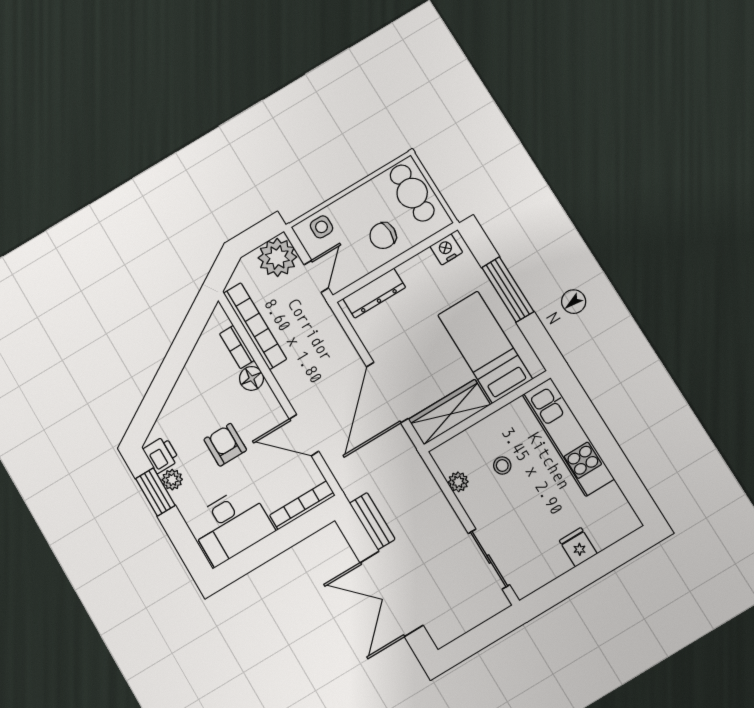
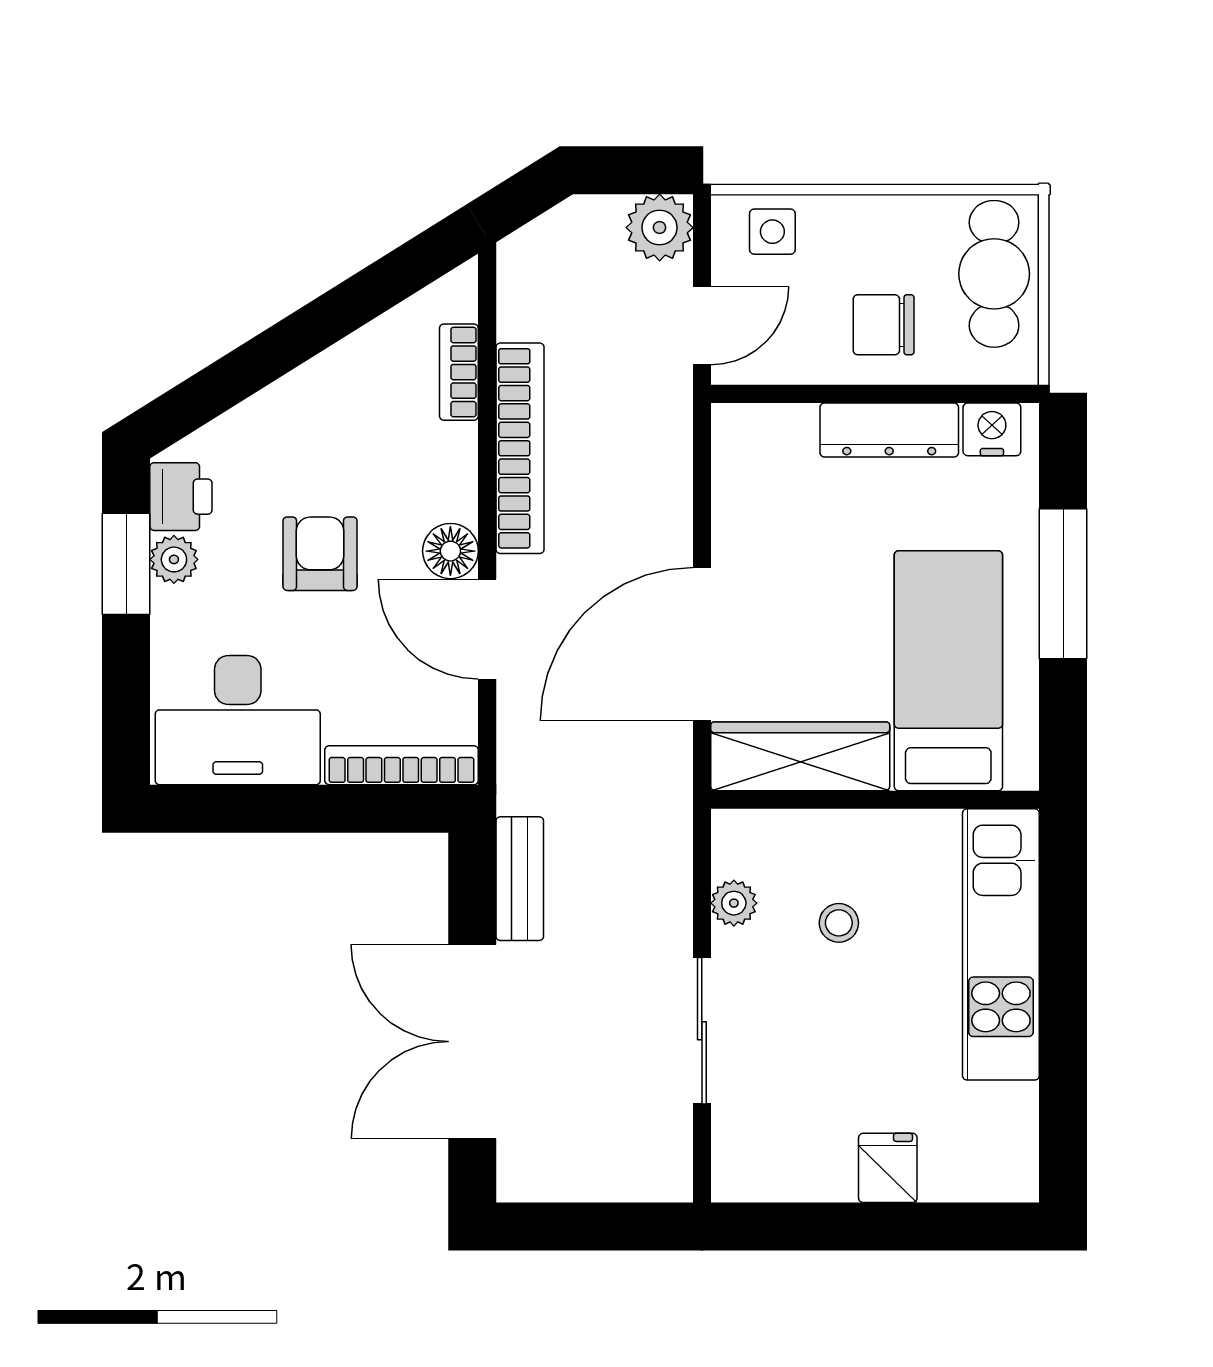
plant: (277, 257) -> (660, 228), width x0.73, depth x0.73
dresser: (374, 293) -> (889, 430), moved
bookcase: (255, 326) -> (520, 448), moved
floor lamp: (251, 378) -> (450, 551), moved
sliding door: (489, 559) -> (702, 1031), moved

